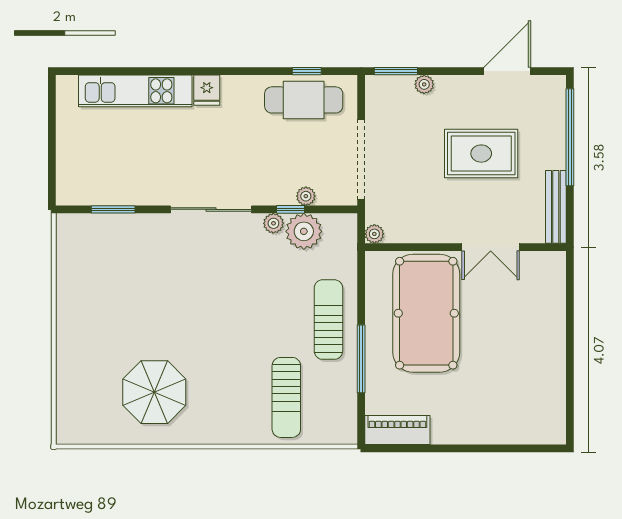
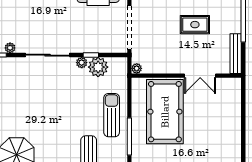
rug: (481, 154) -> (195, 25), width x0.73, depth x0.70
plant: (306, 196) -> (10, 48), moved

